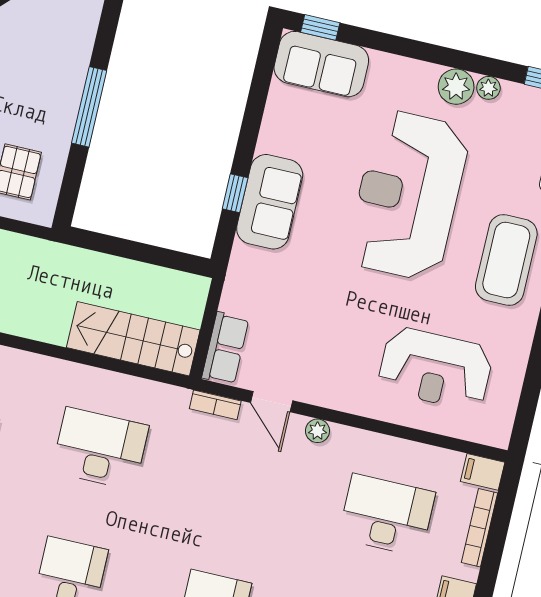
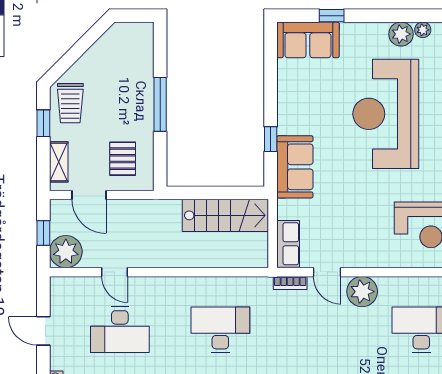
window: (320, 27) -> (332, 16), moved
sofa: (270, 202) -> (295, 167), moved
stairs: (133, 339) -> (225, 215), moved, turned 180
plant: (317, 431) -> (362, 292), width x1.87, depth x1.87

